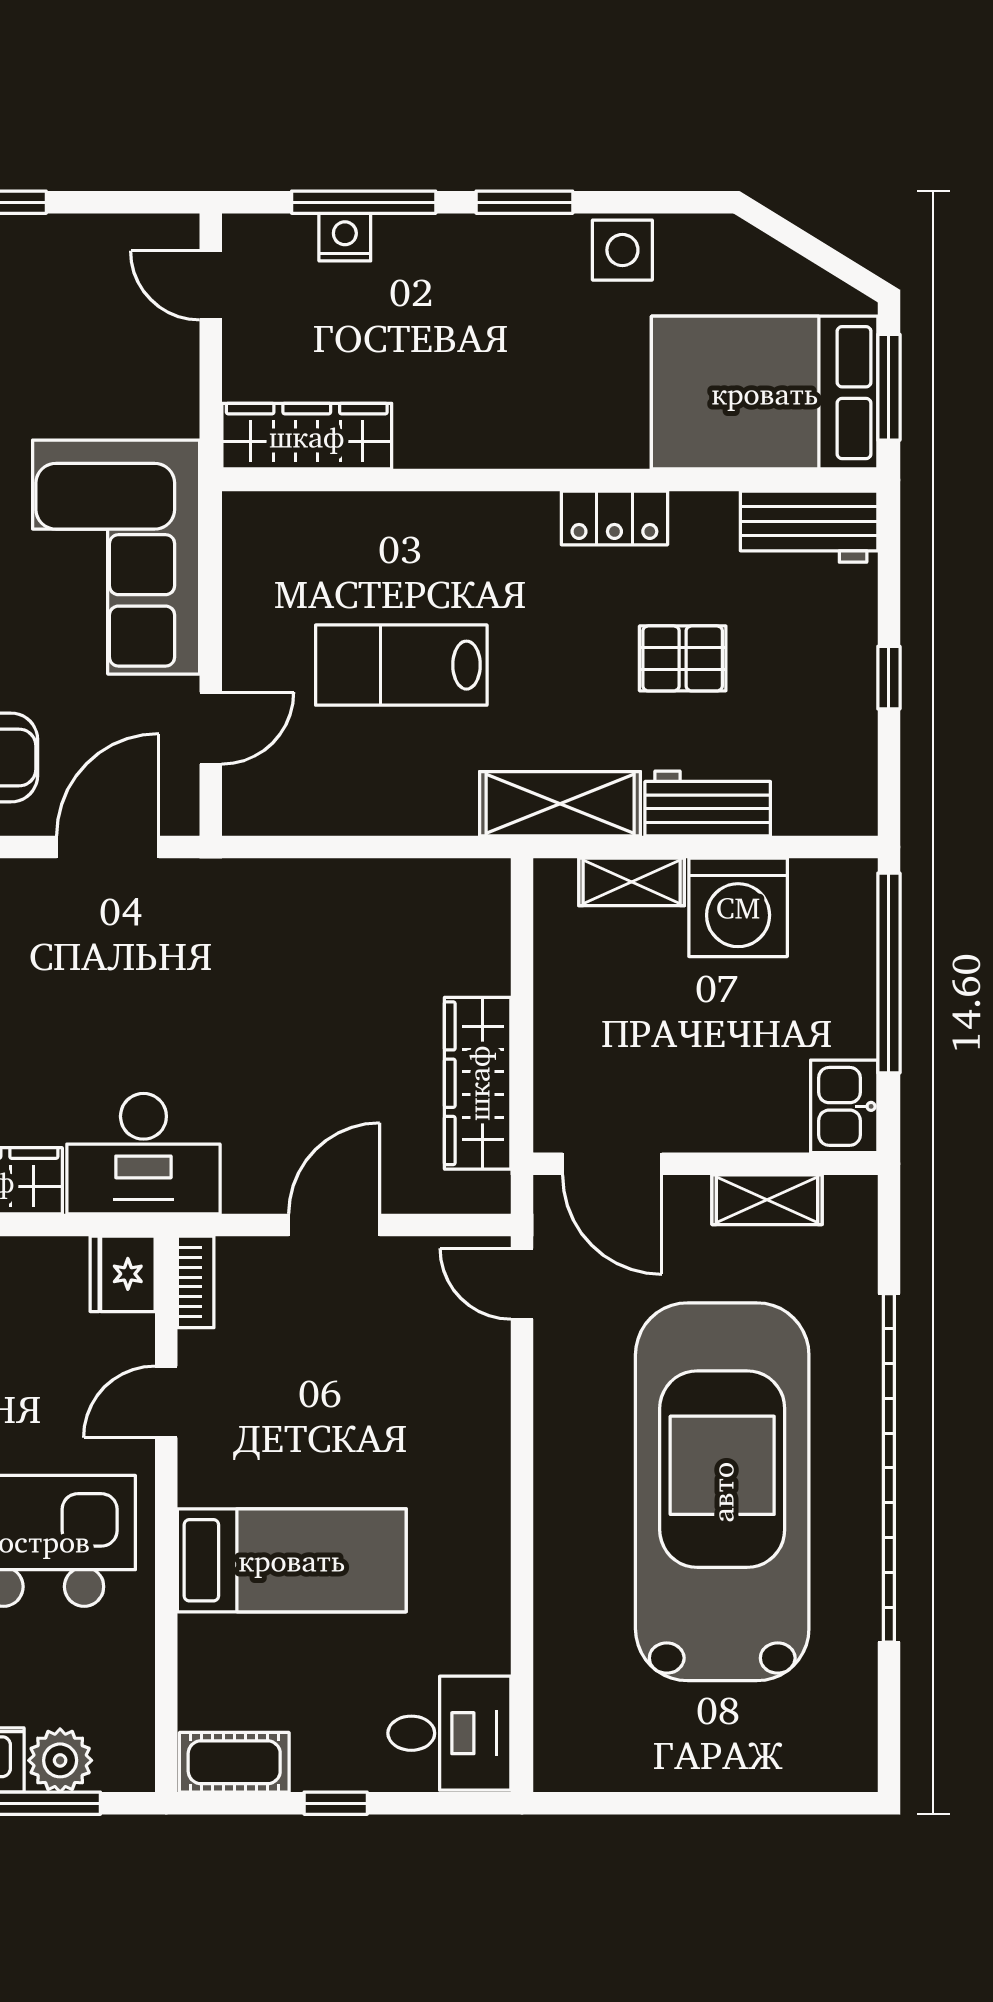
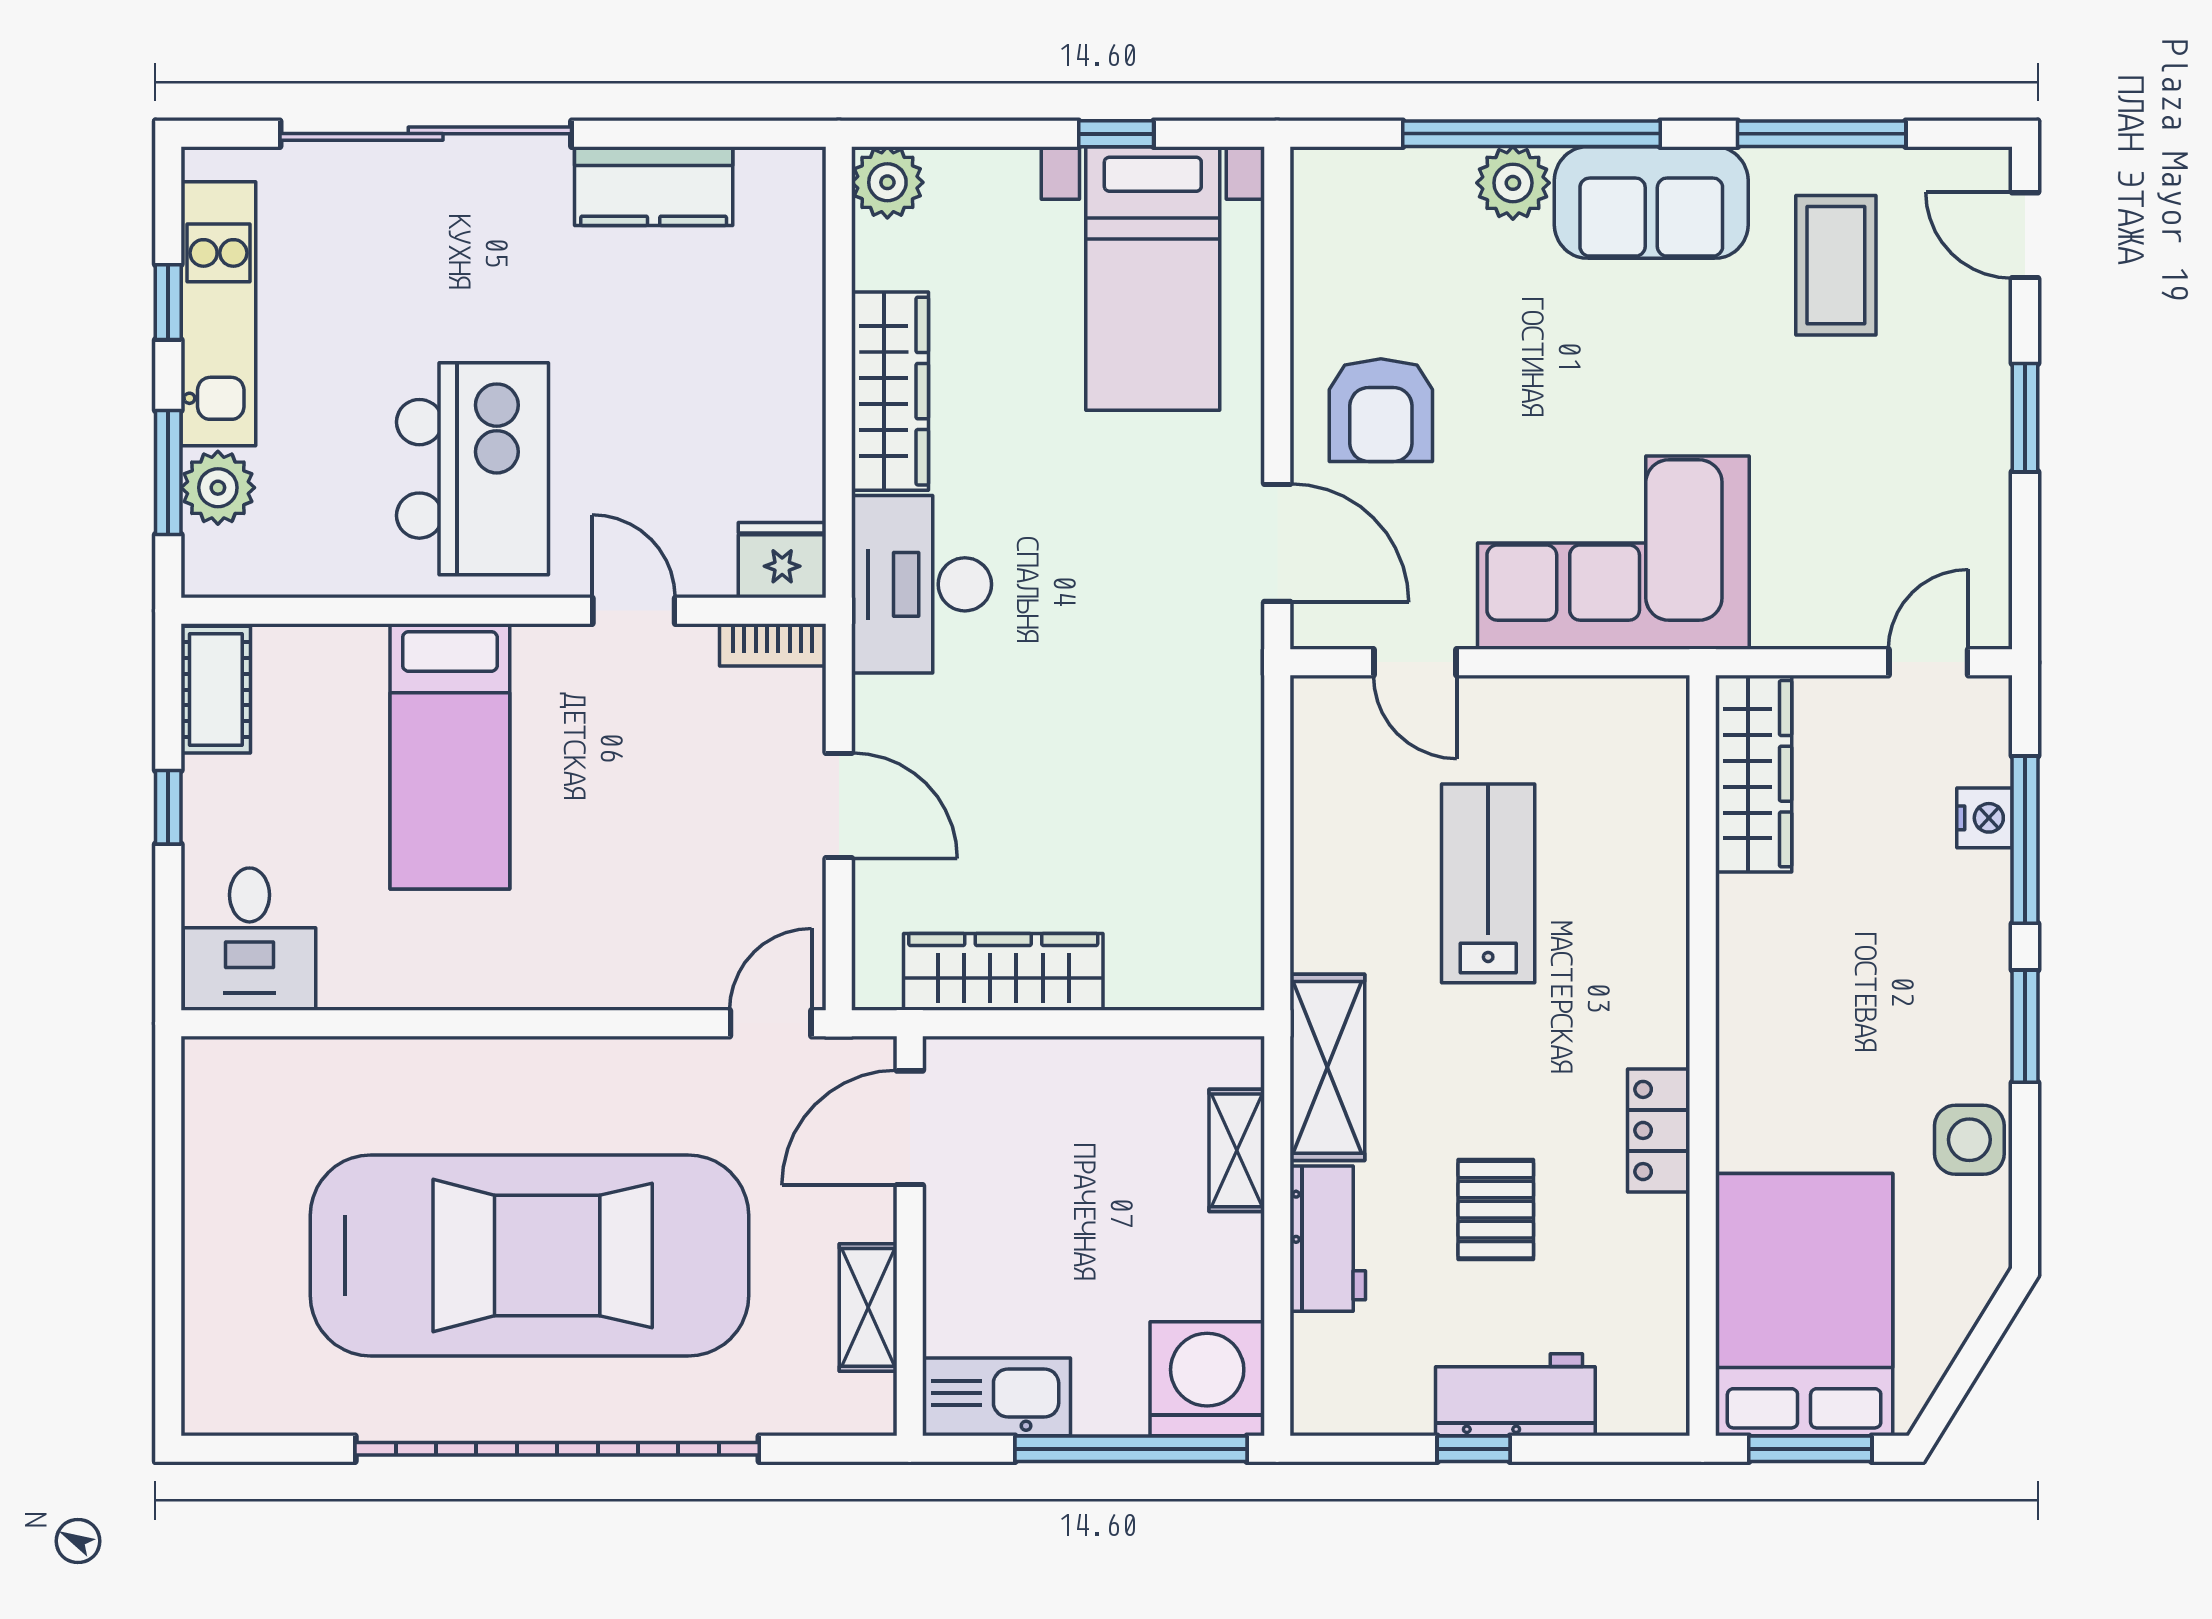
workbench: (809, 527) -> (1515, 1395), moved, turned 90
washing machine: (738, 907) -> (1207, 1379), moved, turned 90
kitchen sink: (844, 1106) -> (996, 1397), width x1.38

